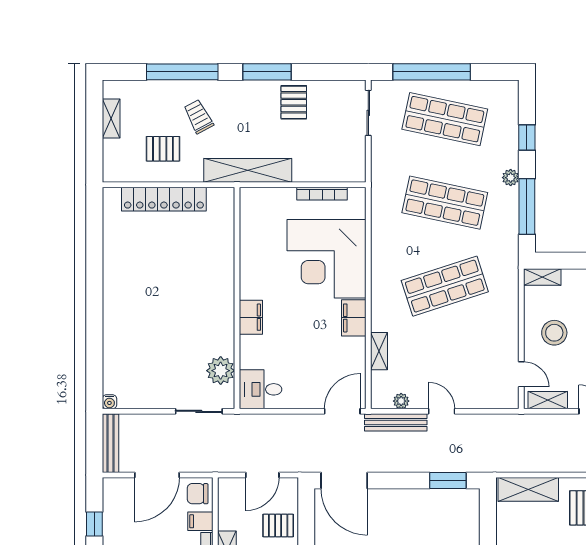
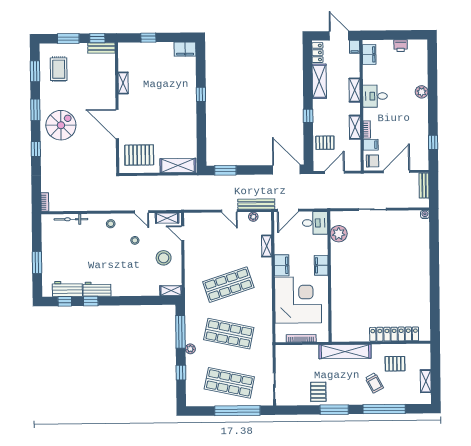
wall: (237, 298) -> (329, 277), moved
filing cabinet: (251, 317) -> (321, 265), moved
plant: (221, 371) -> (339, 234), moved
desk: (261, 389) -> (315, 223), moved
bench: (111, 443) -> (424, 185), width x0.73

